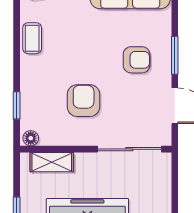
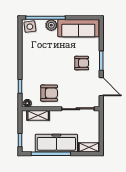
coffee table: (32, 38) -> (28, 52), removed
armchair: (84, 101) -> (49, 93), moved, turned 90

